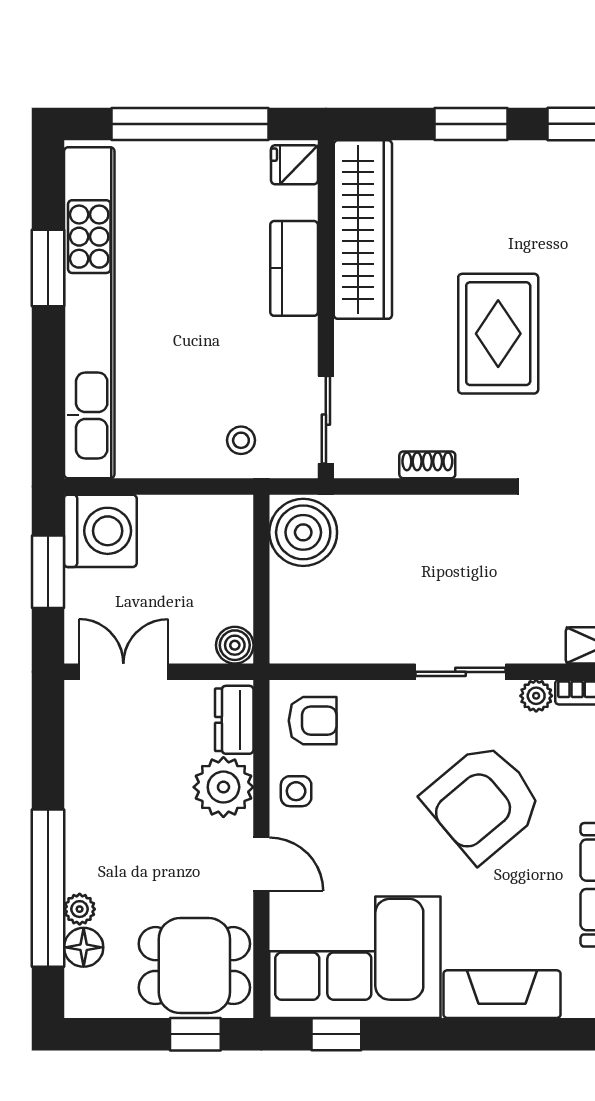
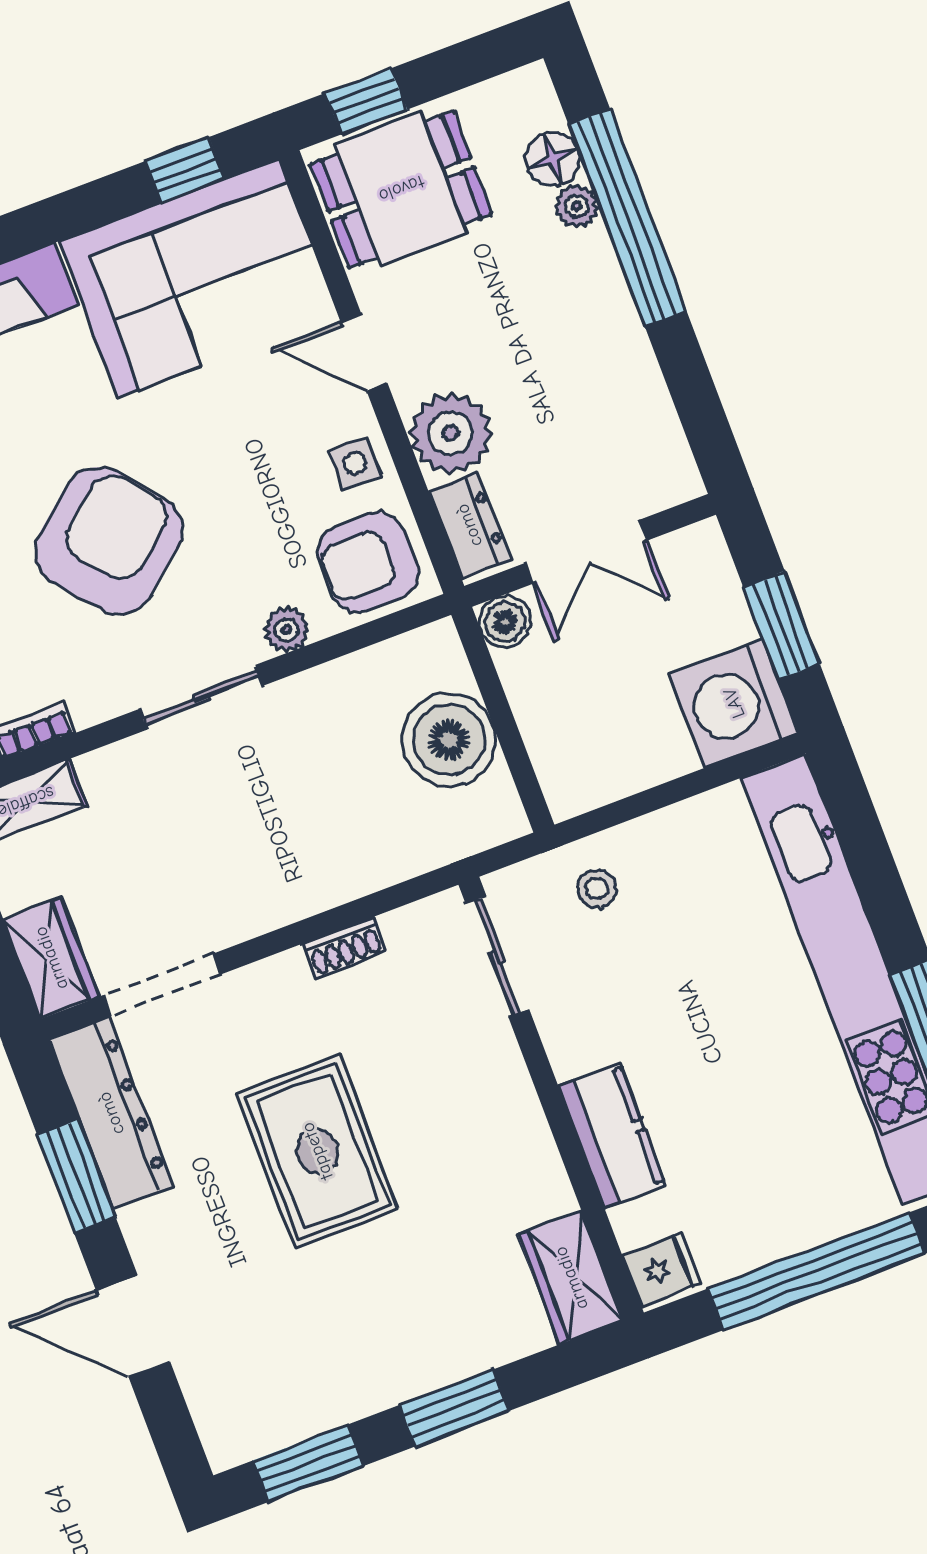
wardrobe: (363, 230) -> (571, 1278), width x0.48, depth x0.85
boiler: (303, 532) -> (449, 740), moved
double door: (123, 672) -> (586, 552), moved
plant: (536, 696) -> (287, 630), moved
armchair: (313, 721) -> (368, 562), width x1.38, depth x1.38

